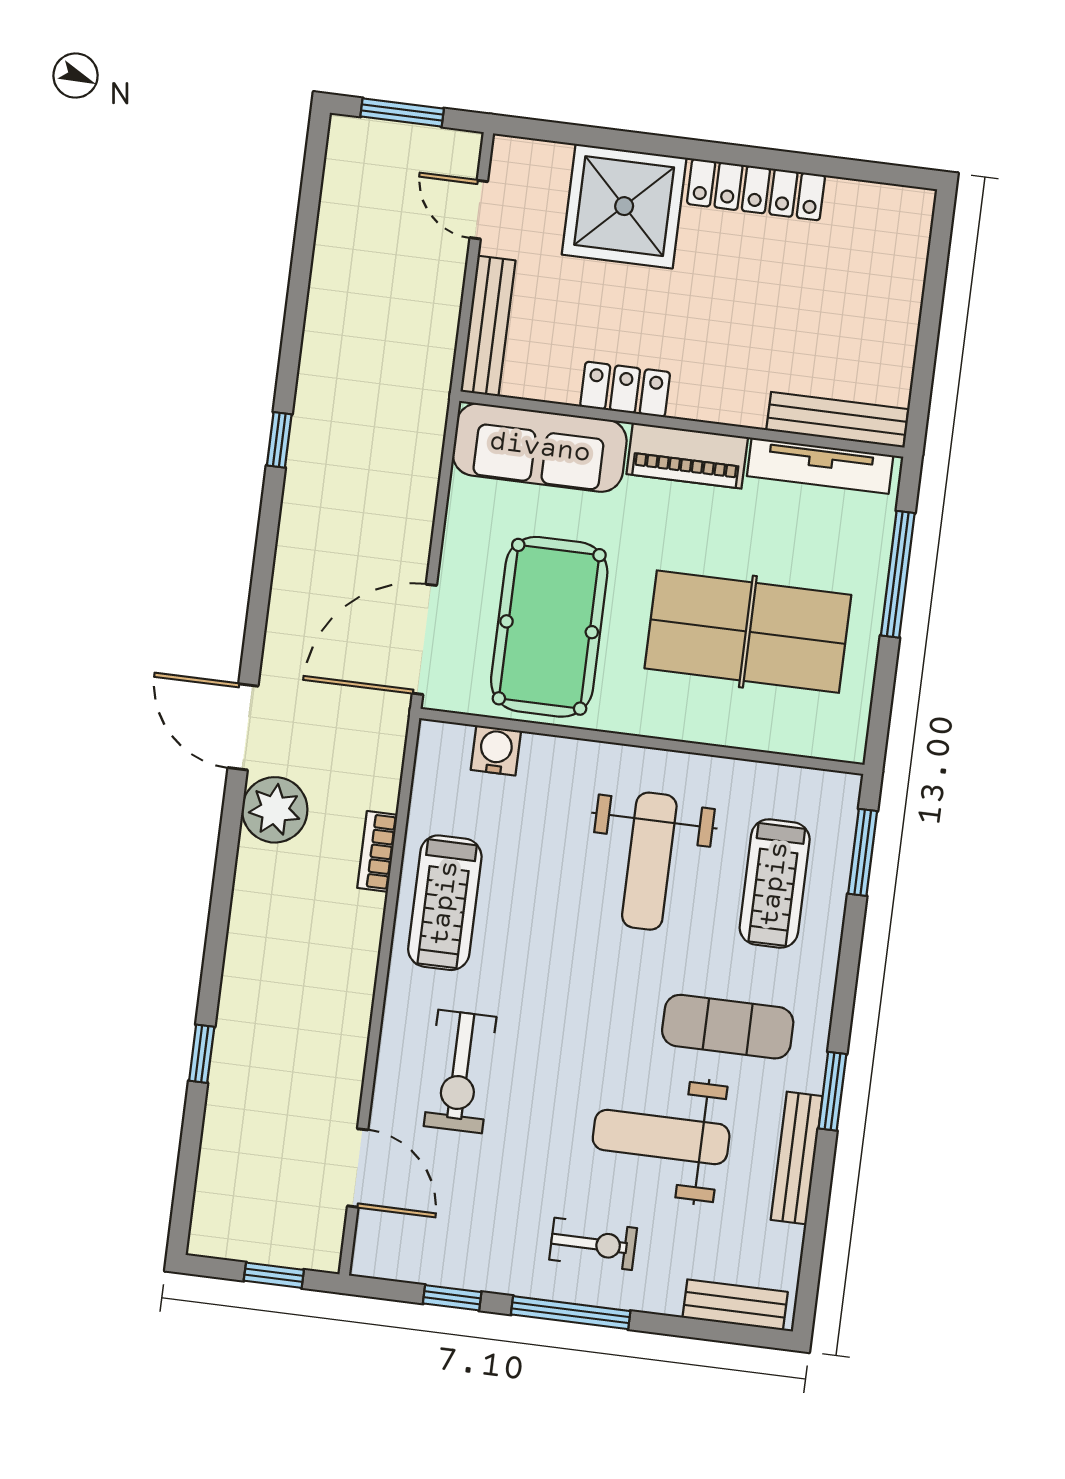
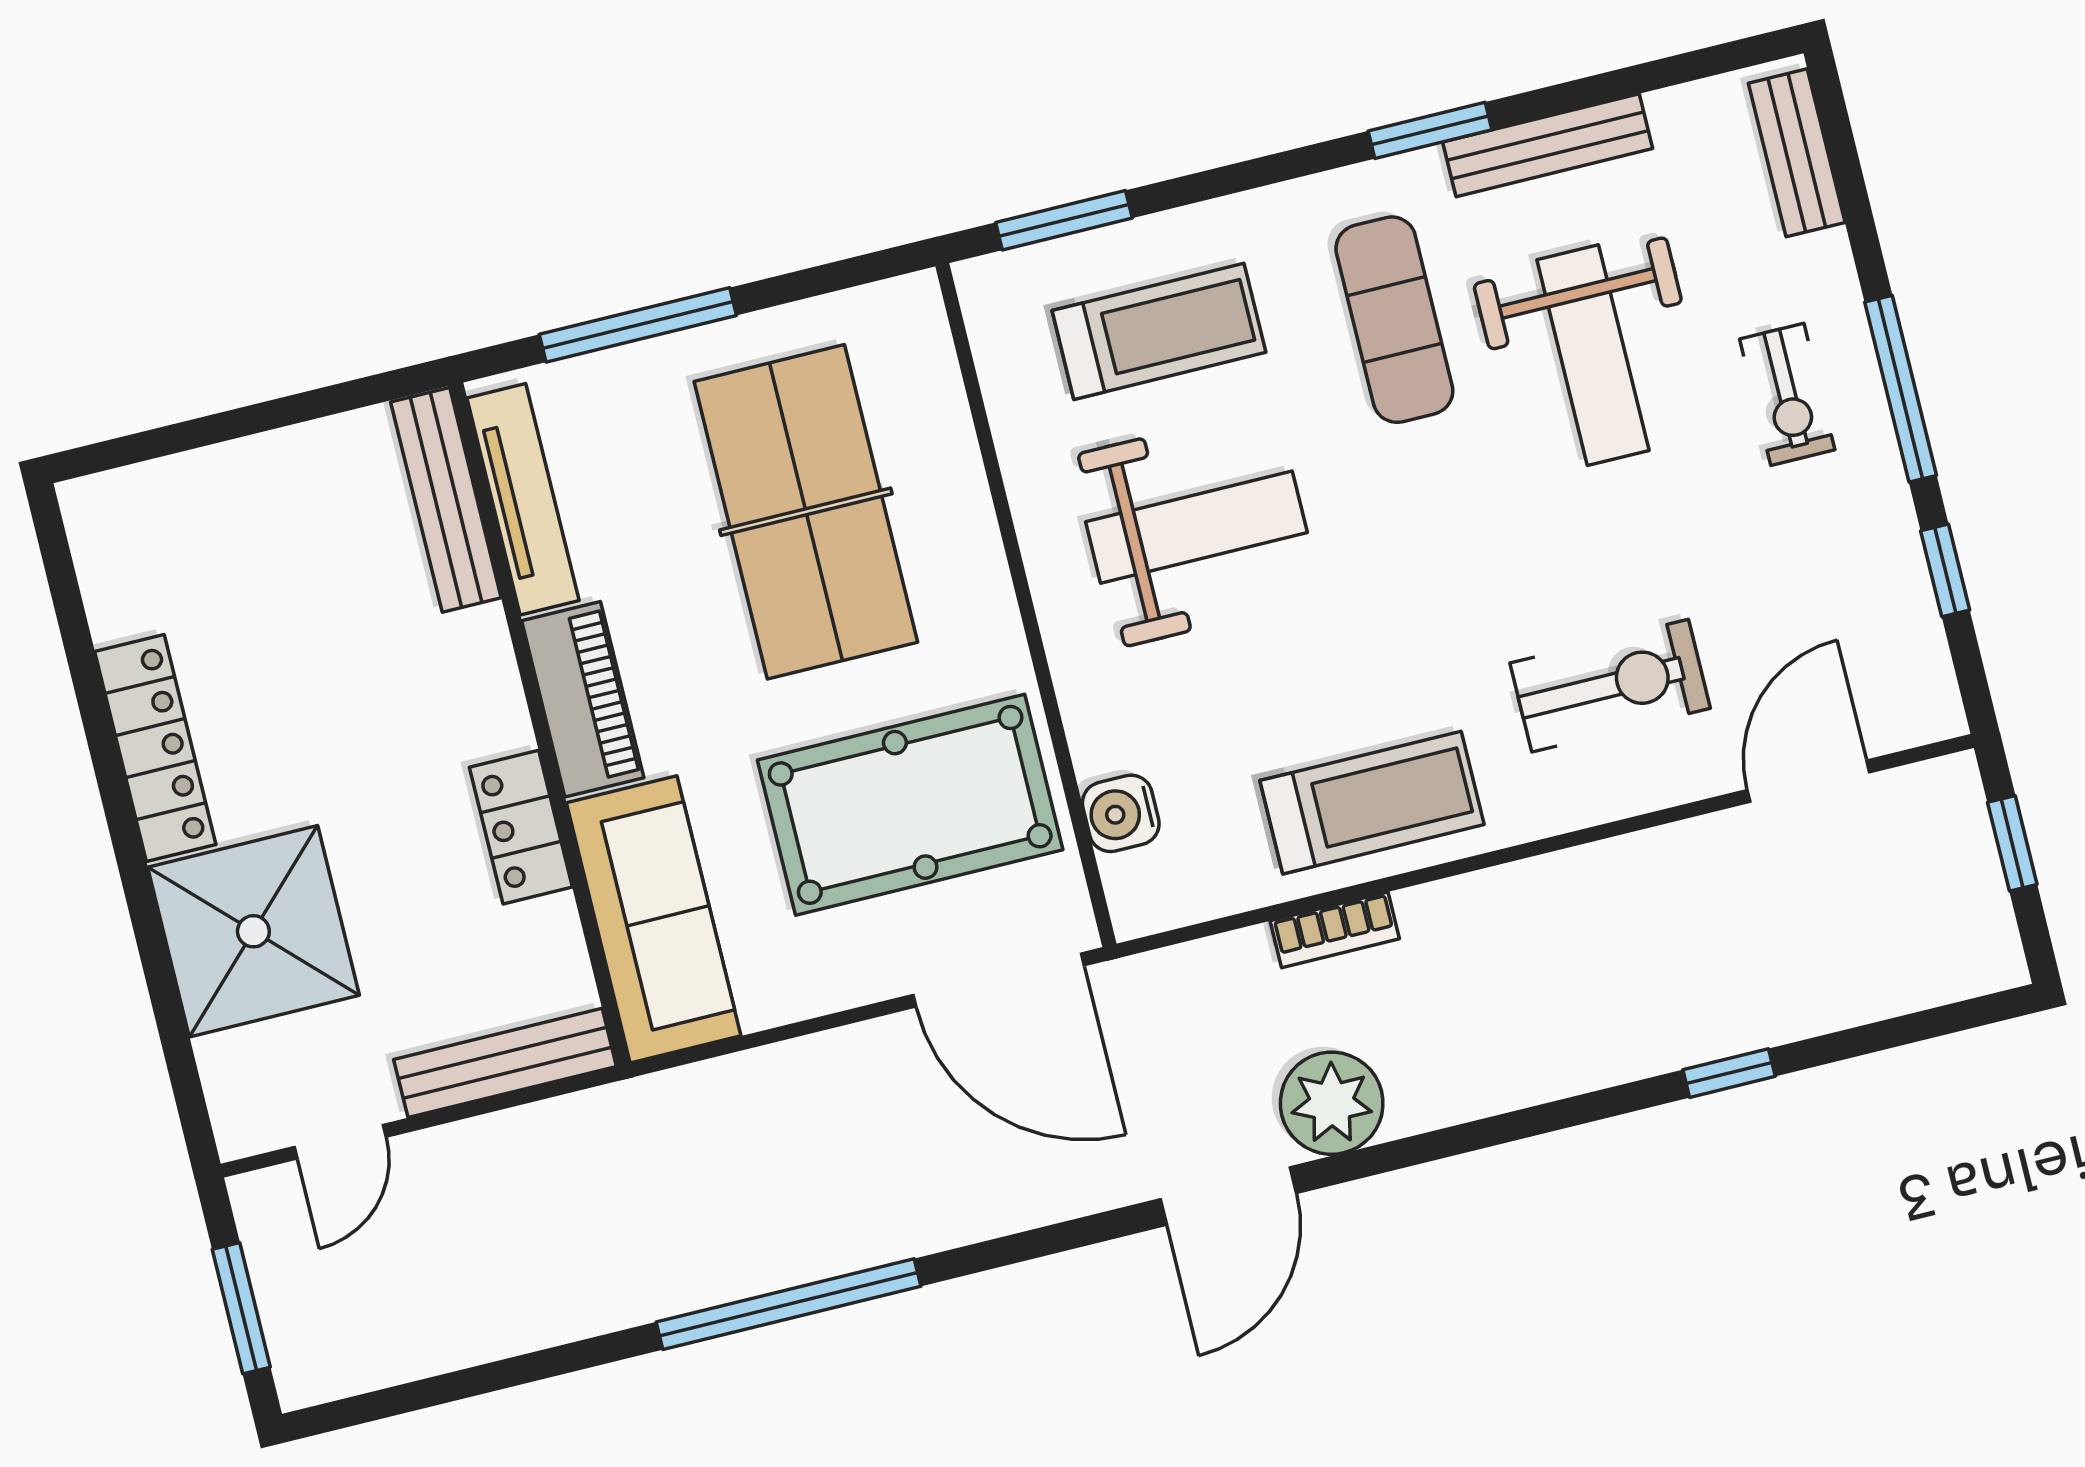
window: (279, 440) -> (789, 1304), width x3.17
exercise bike: (593, 1244) -> (1787, 394), turned 180

